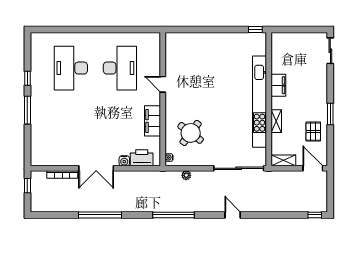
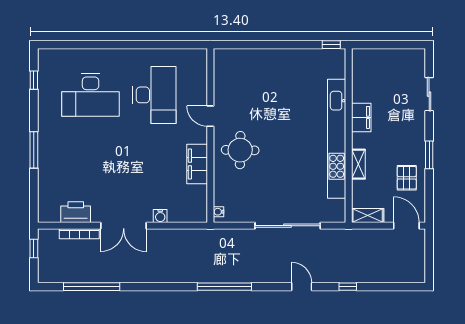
sliding door: (330, 51) -> (429, 94), moved
desk: (71, 68) -> (91, 95), turned -90
window: (27, 78) -> (34, 80), moved
round table: (191, 133) -> (240, 150), moved, turned -36
printer: (142, 158) -> (76, 212), moved
sliding door: (239, 168) -> (288, 226), moved
plant: (186, 175) -> (241, 235), removed
window: (100, 215) -> (92, 287), moved
window: (315, 215) -> (348, 287), moved

